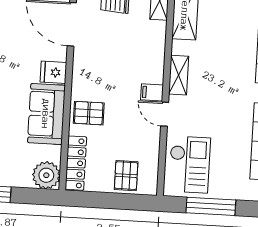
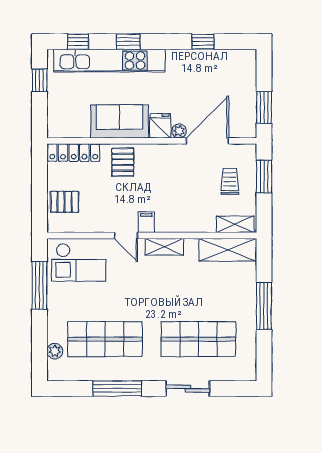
door: (165, 114) -> (126, 236), swing flipped
plant: (46, 175) -> (179, 131), moved, width x0.53, depth x0.53

